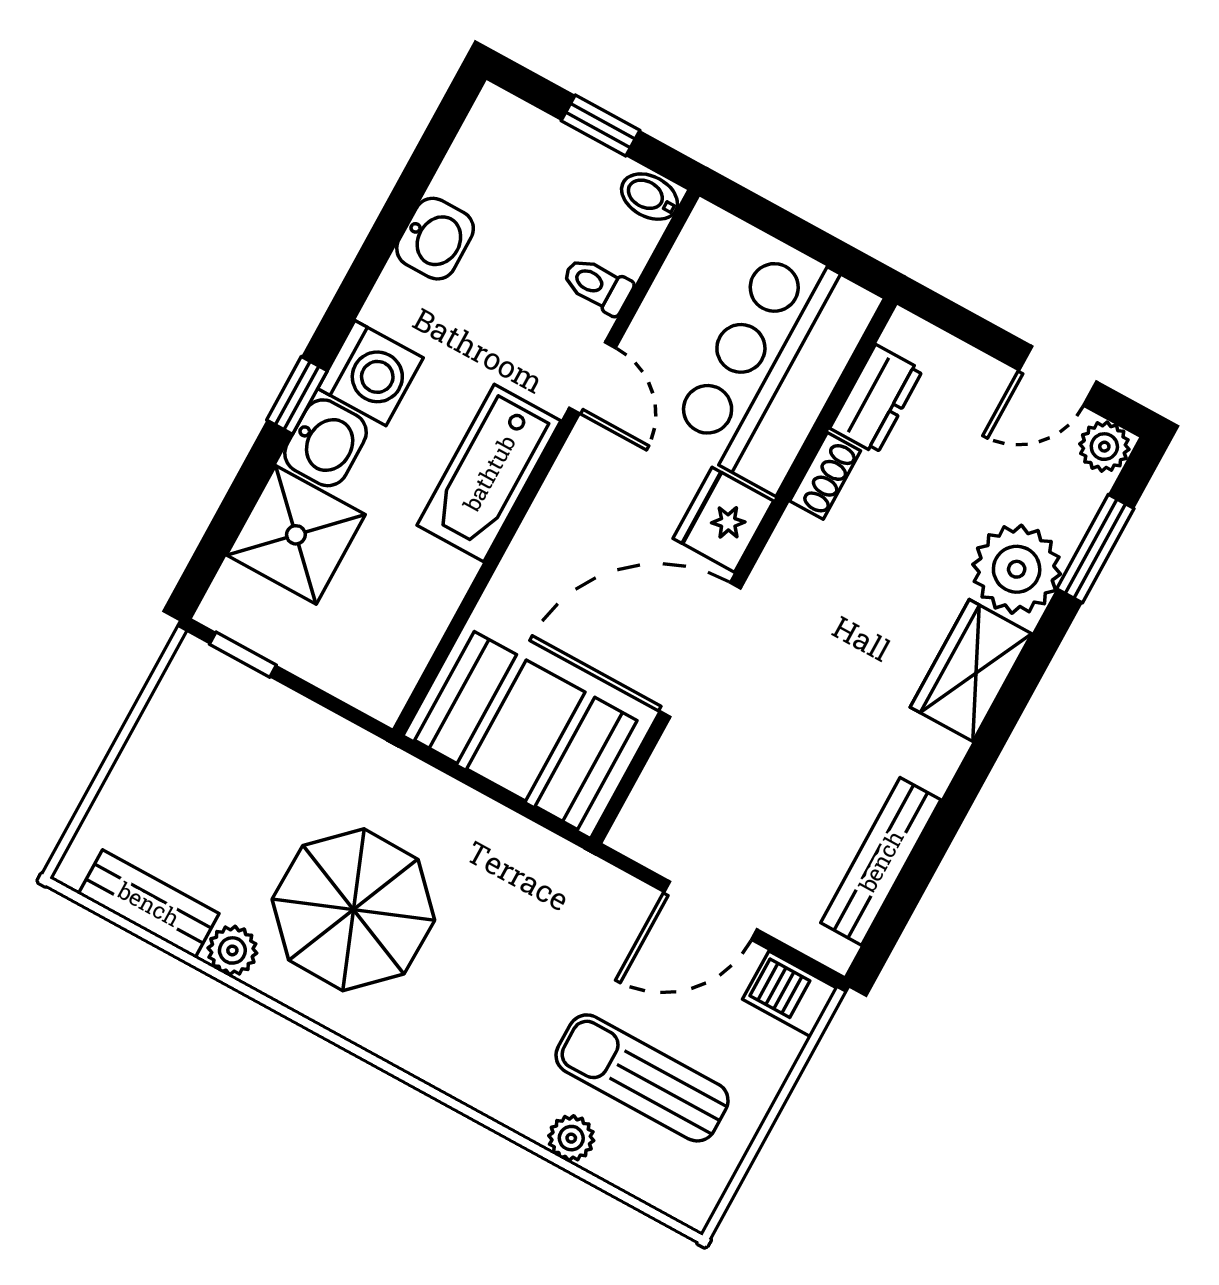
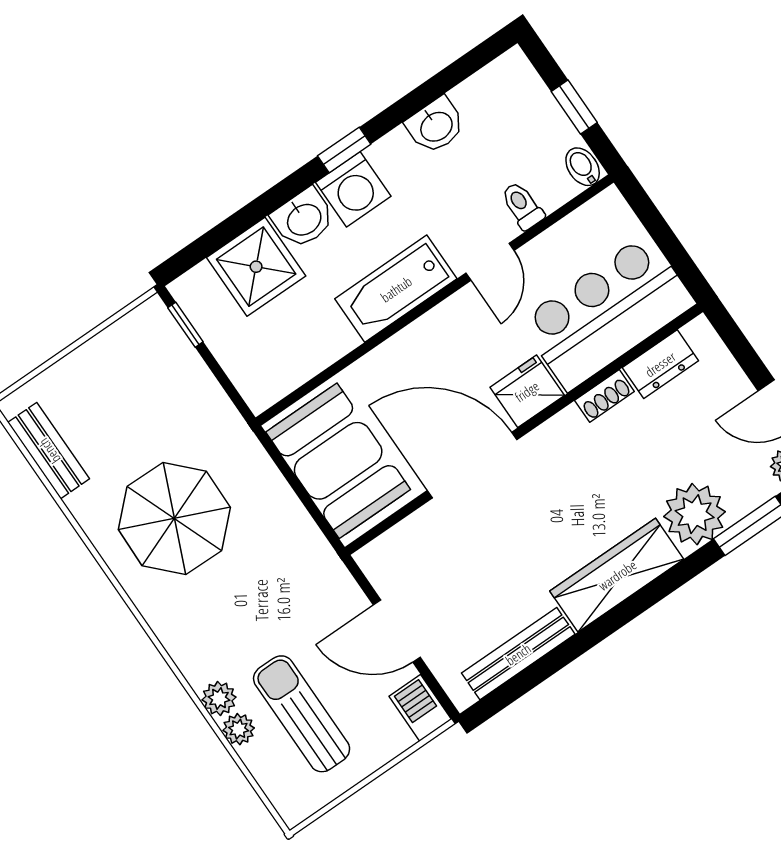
window: (297, 395) -> (344, 150), moved
wardrobe: (971, 670) -> (617, 575), width x1.50
plant: (232, 950) -> (219, 698), moved

